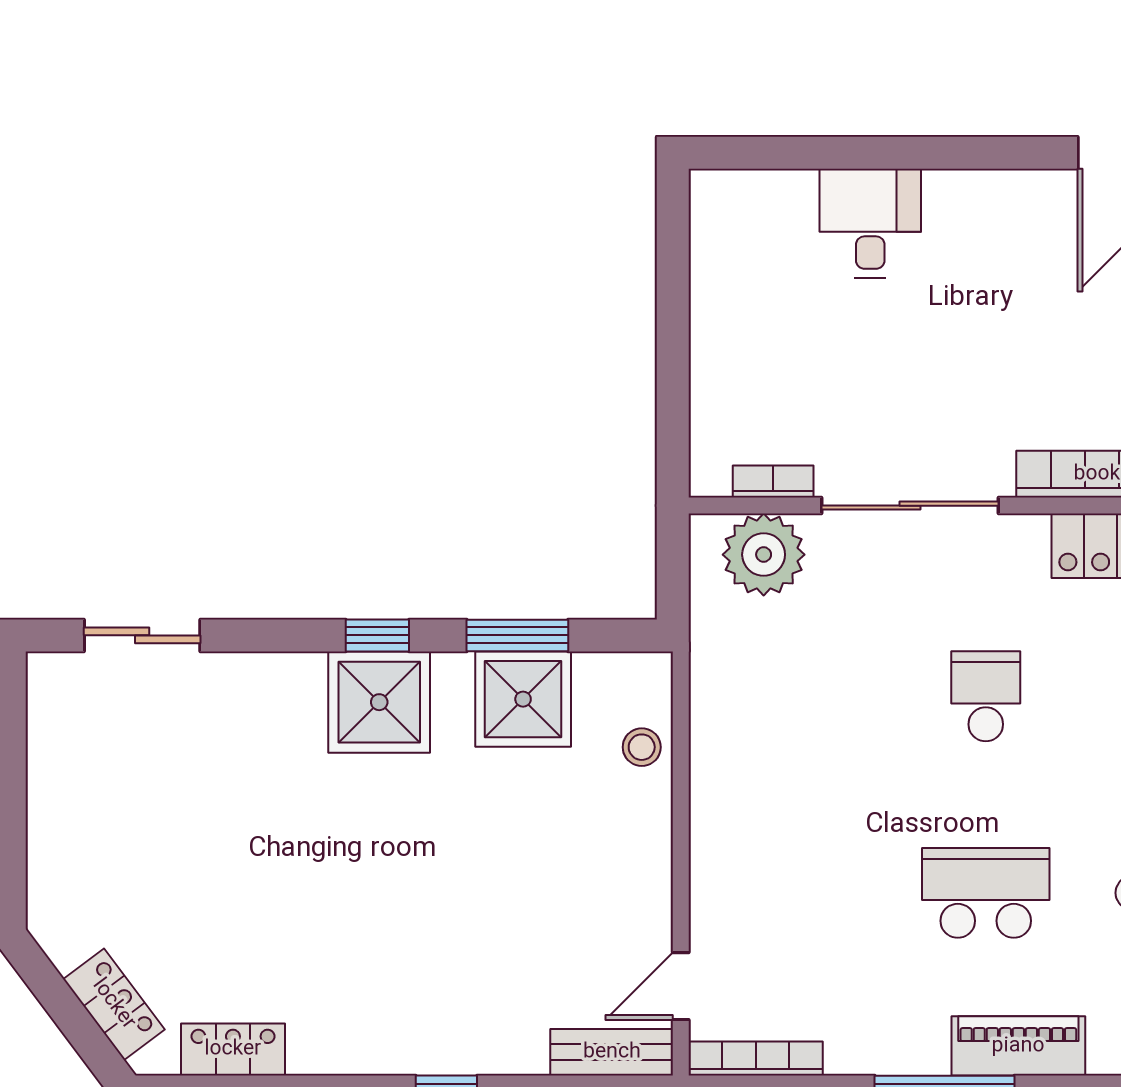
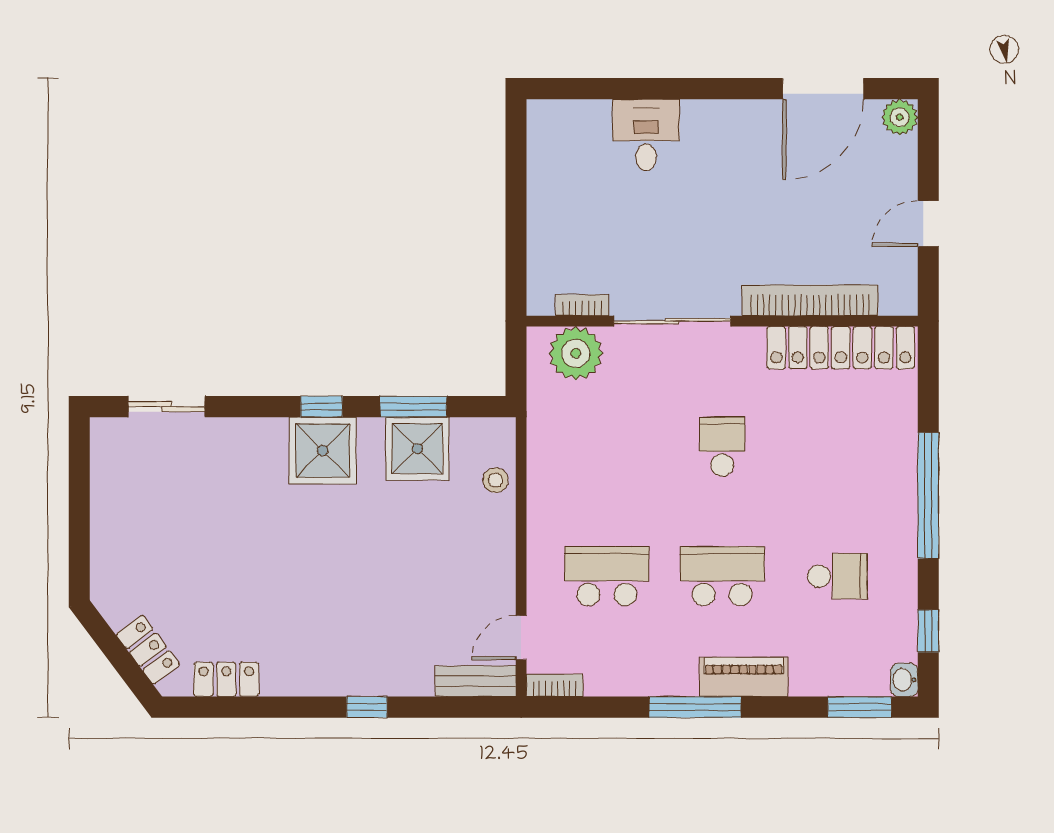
school desk: (811, 893) -> (607, 576), added
bookcase: (756, 1059) -> (555, 685), width x0.64

